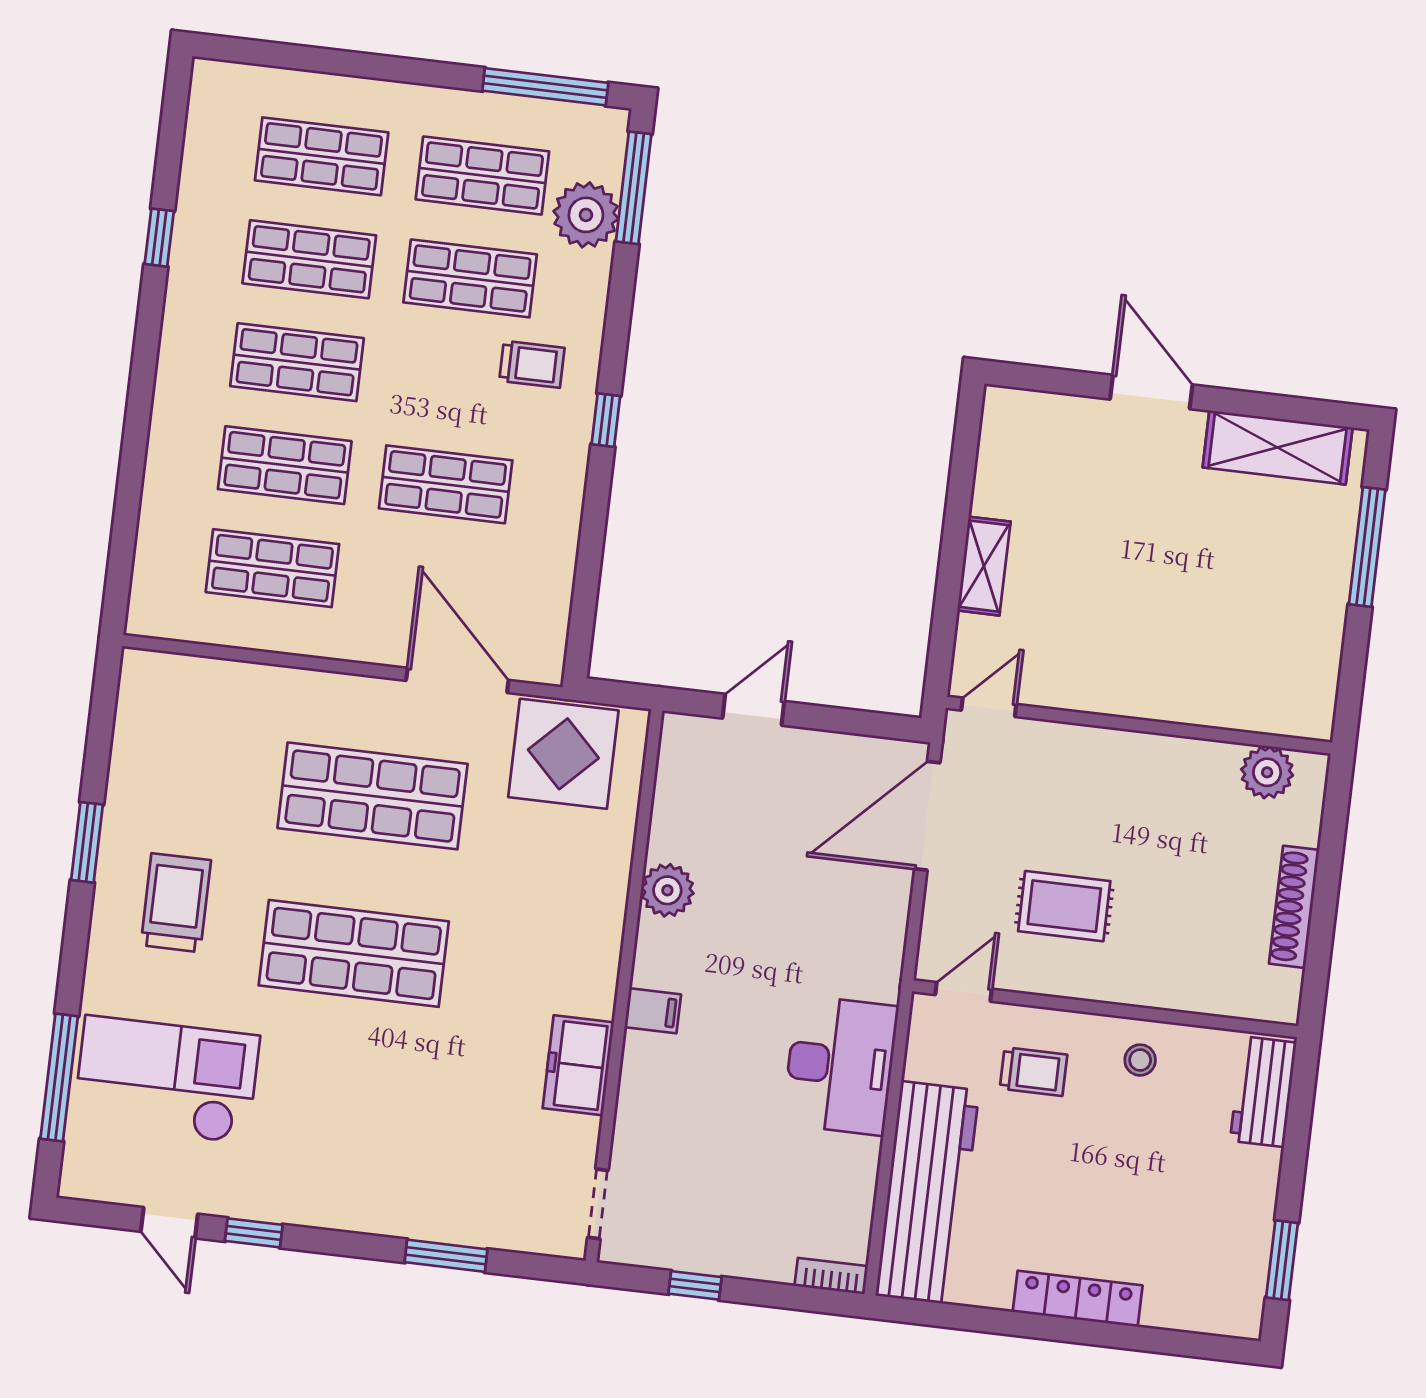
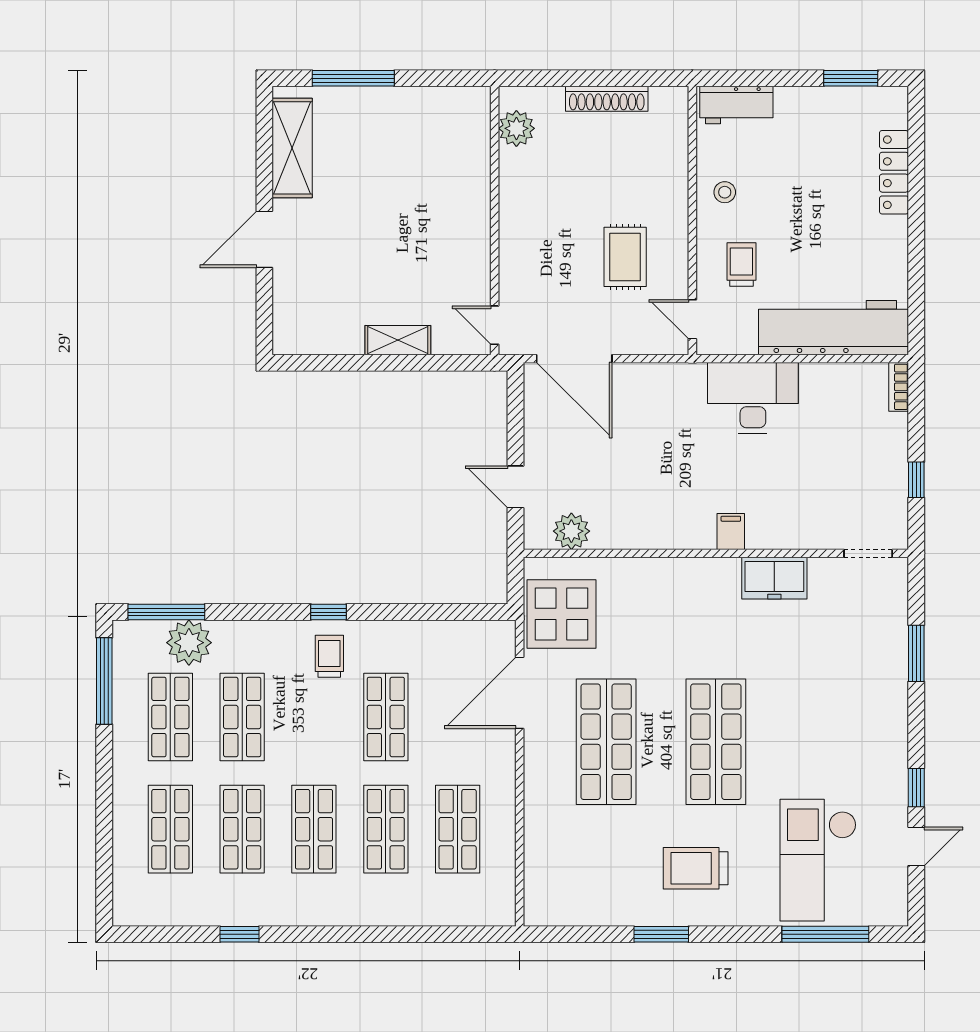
trolley: (532, 364) -> (329, 656), moved
plant: (667, 890) -> (571, 531), moved
locker: (1078, 1299) -> (894, 172), moved

